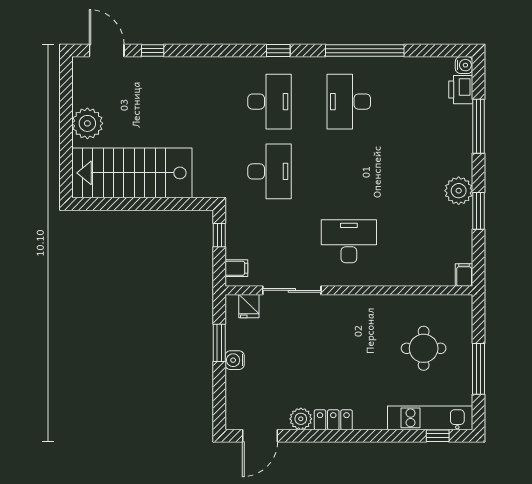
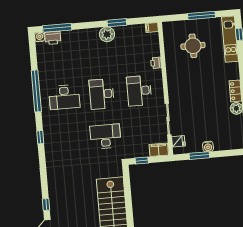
desk: (270, 102) -> (102, 94), moved, turned -90
window: (479, 126) -> (57, 28), moved
filing cabinet: (236, 268) -> (159, 150), width x2.00
printer: (398, 277) -> (156, 63), added

